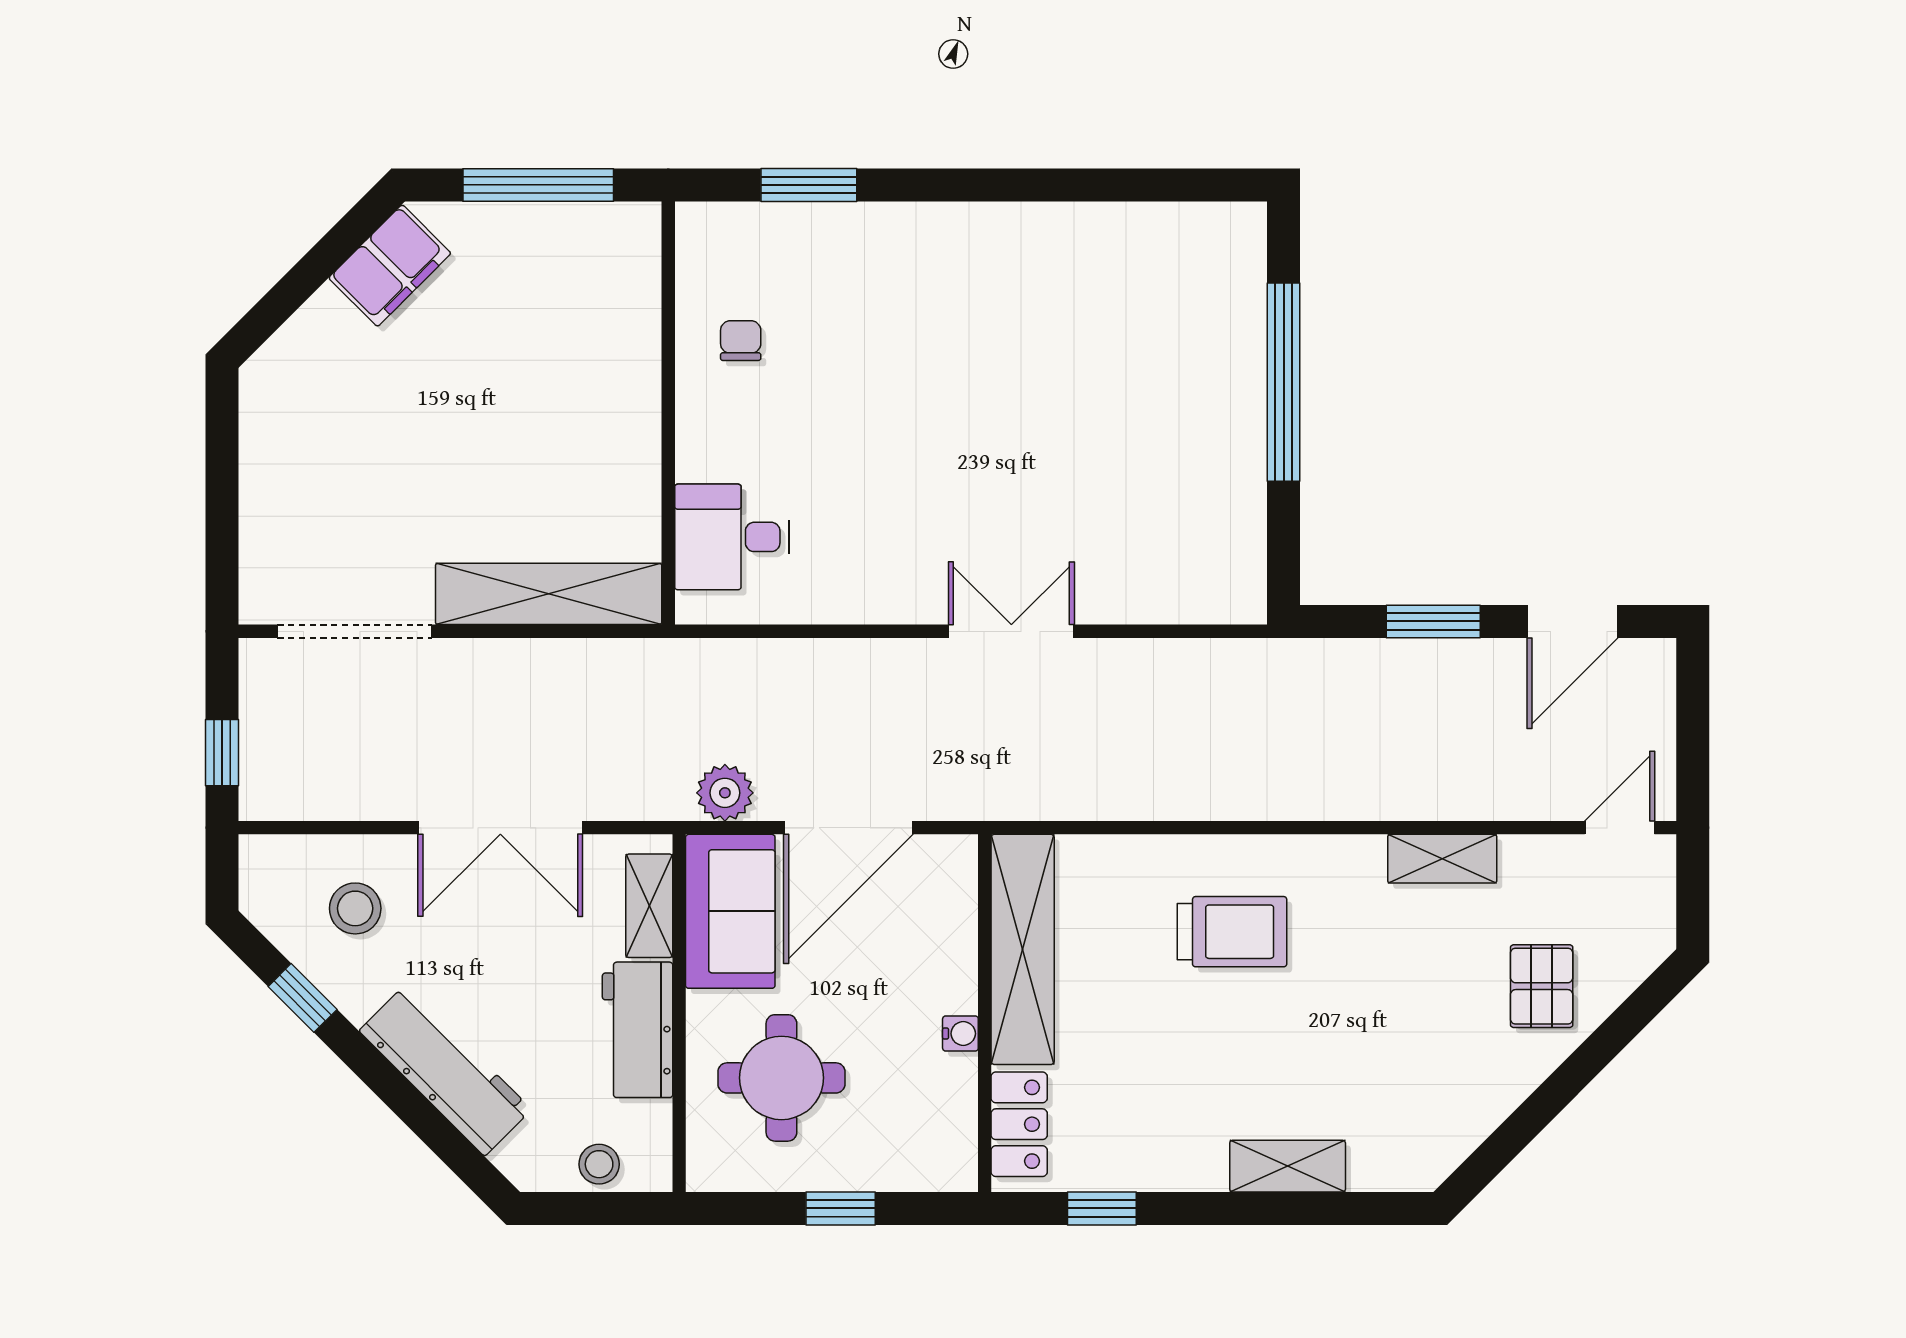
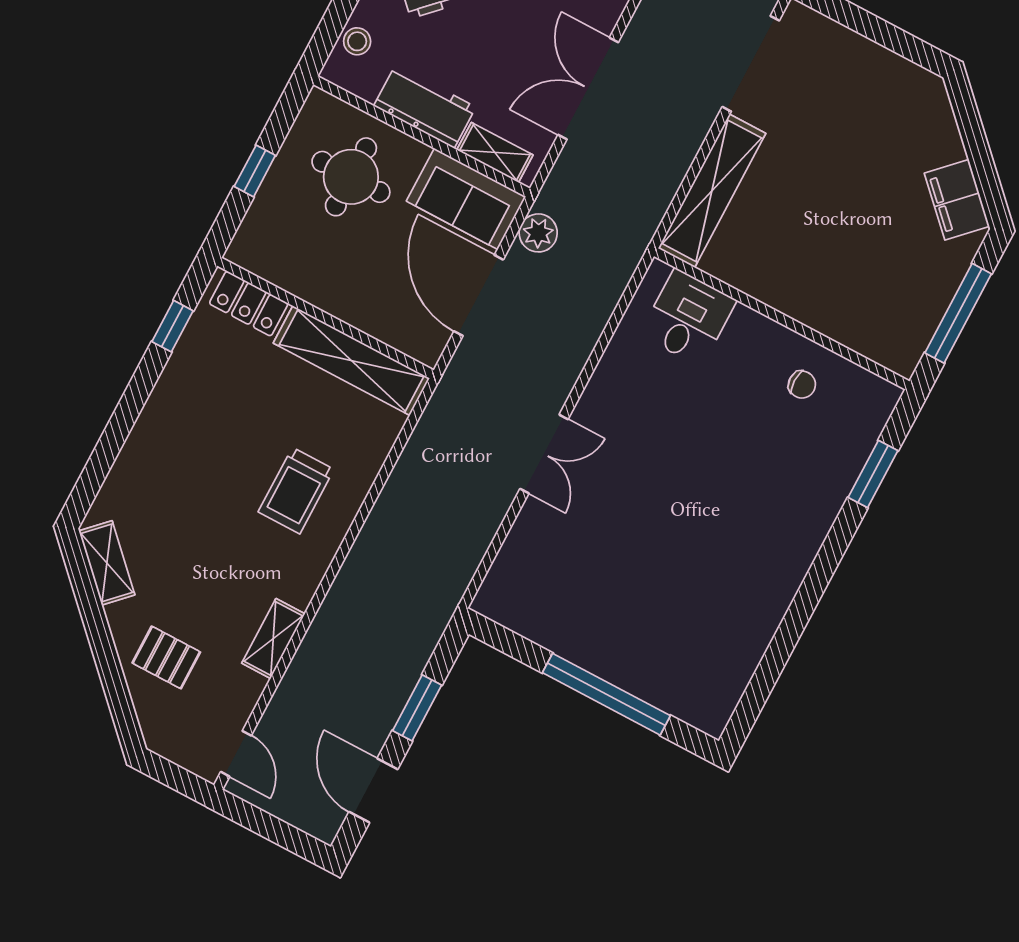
water cooler: (960, 1034) -> (321, 297), removed
shelving: (1288, 1166) -> (107, 563), moved, turned -45

